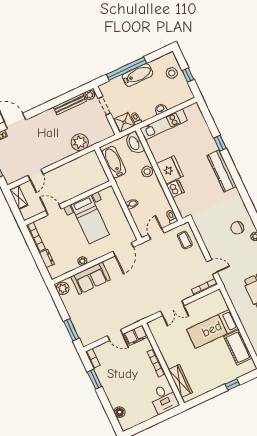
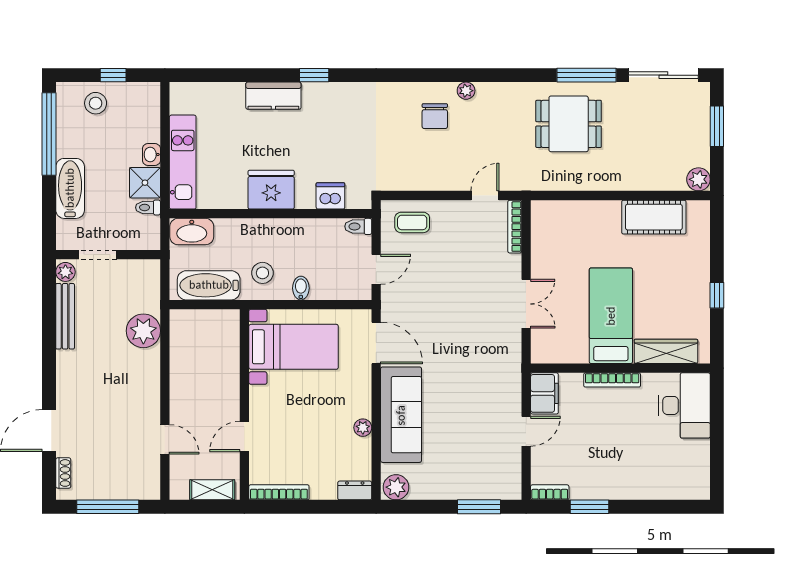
window: (126, 69) -> (49, 134), moved
bathtub: (137, 75) -> (70, 188), moved
shower: (124, 122) -> (145, 183), moved
window: (220, 143) -> (314, 75), moved
kitchen counter: (222, 171) -> (273, 96), moved, width x0.67
stool: (147, 172) -> (262, 273), moved
dishwasher: (175, 189) -> (330, 196), moved
shelving: (19, 197) -> (212, 490), moved
bed with nightstands: (90, 220) -> (294, 347), moved
door: (156, 234) -> (376, 269), swing flipped
dresser: (47, 258) -> (355, 490), moved
sofa: (91, 278) -> (401, 415), width x1.36
bed: (212, 329) -> (611, 316), moved, turned 180
window: (232, 384) -> (717, 295), moved
desk: (164, 399) -> (684, 405), width x1.37
floor lamp: (120, 412) -> (671, 489), removed

